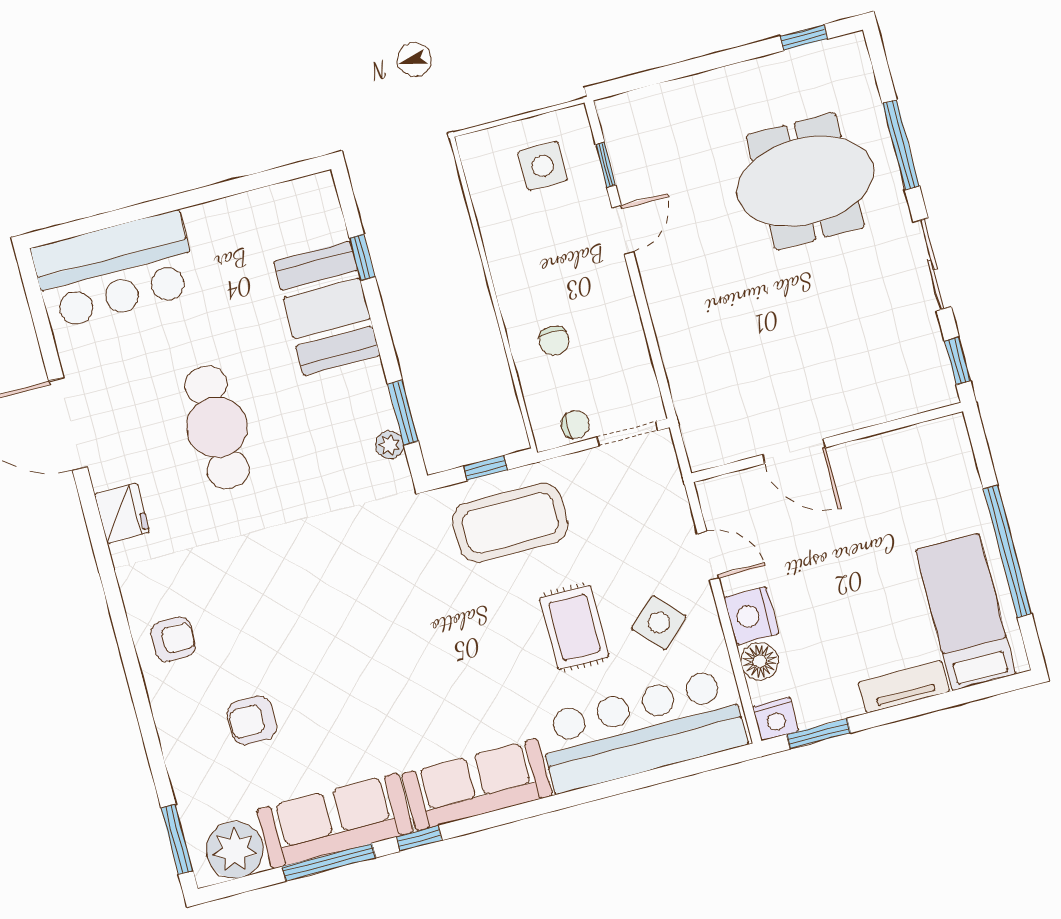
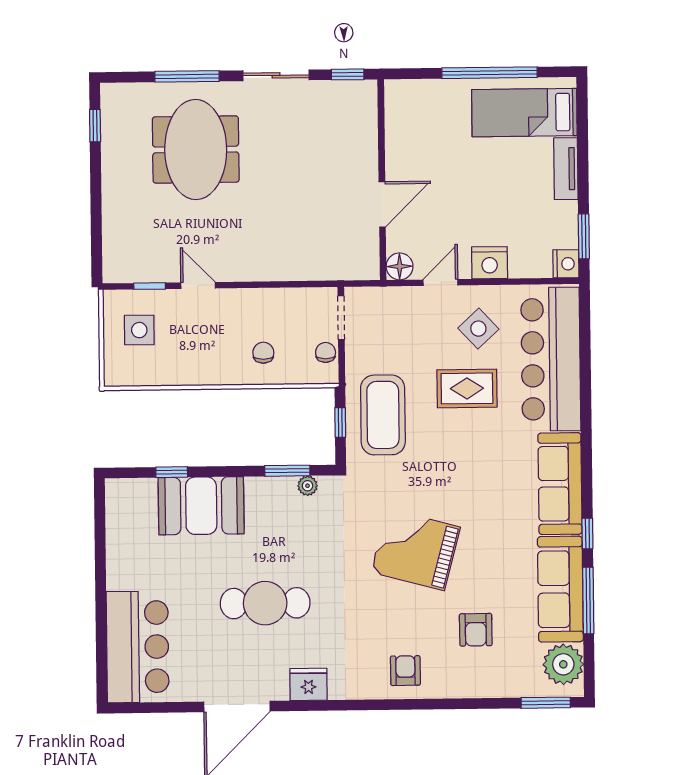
chair: (554, 341) -> (263, 353), turned -90
grand piano: (340, 612) -> (416, 550), added
floor lamp: (760, 661) -> (400, 266), moved

